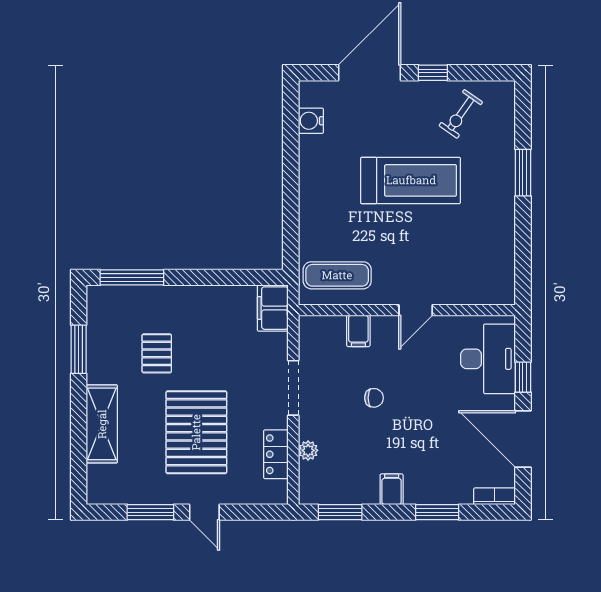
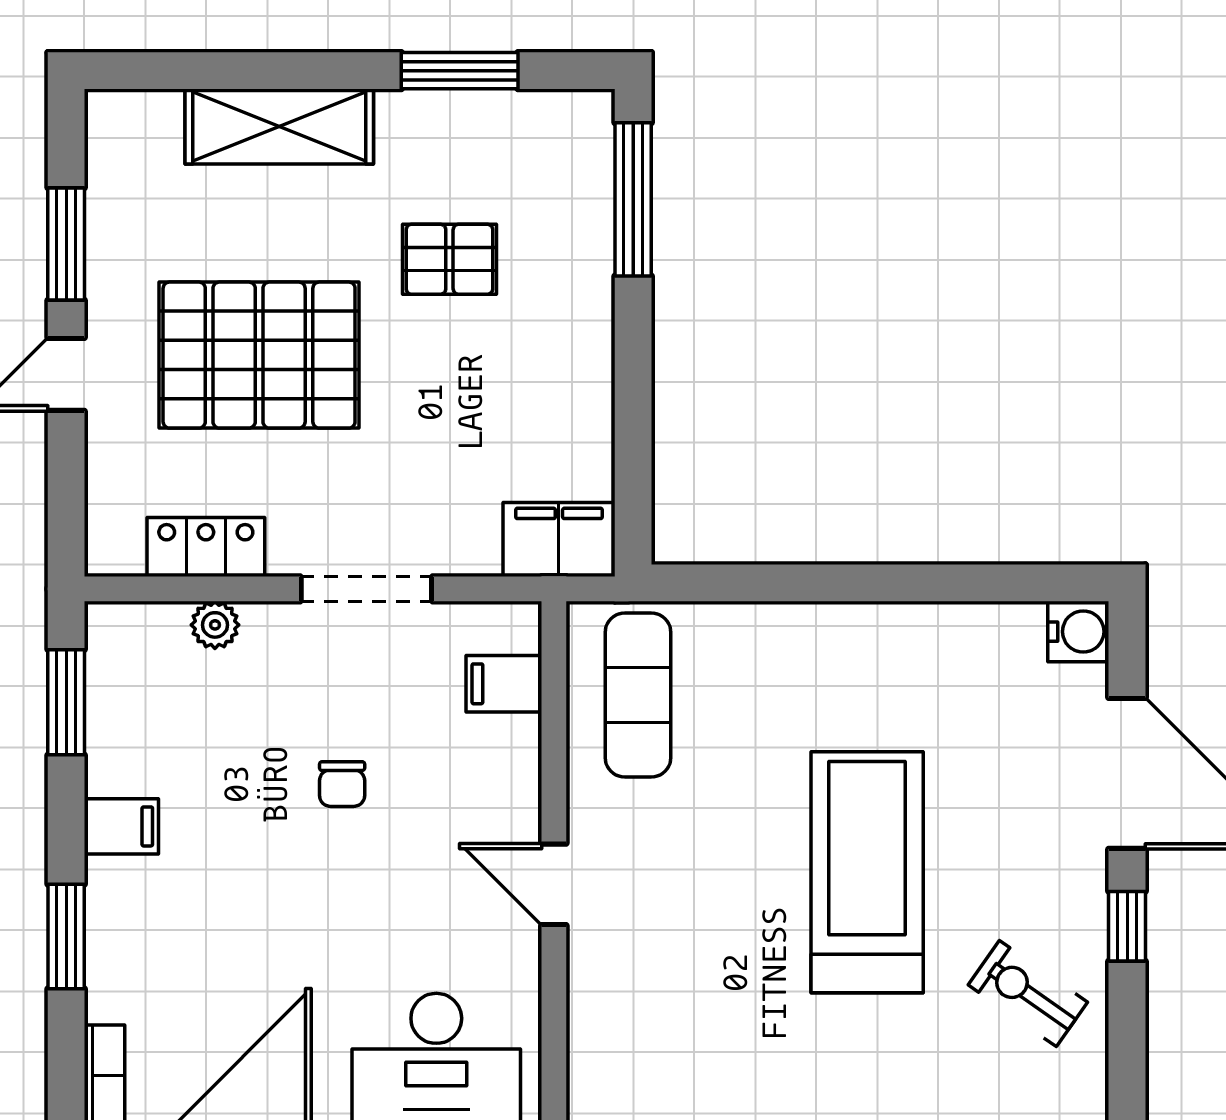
water cooler: (311, 121) -> (1078, 632), moved, turned 90
treadmill: (411, 180) -> (867, 872), turned 180
filing cabinet: (358, 331) -> (504, 684), moved

